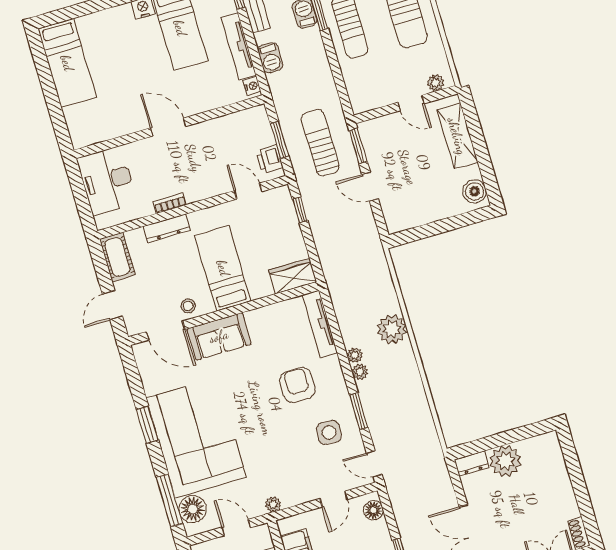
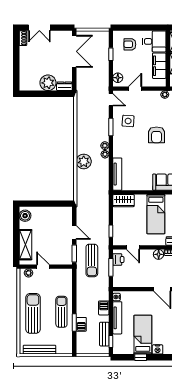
floor lamp: (195, 192) -> (159, 254), added
armchair: (297, 385) -> (157, 135), moved

